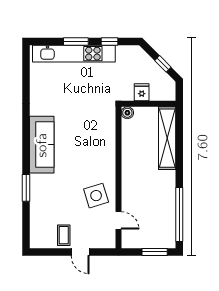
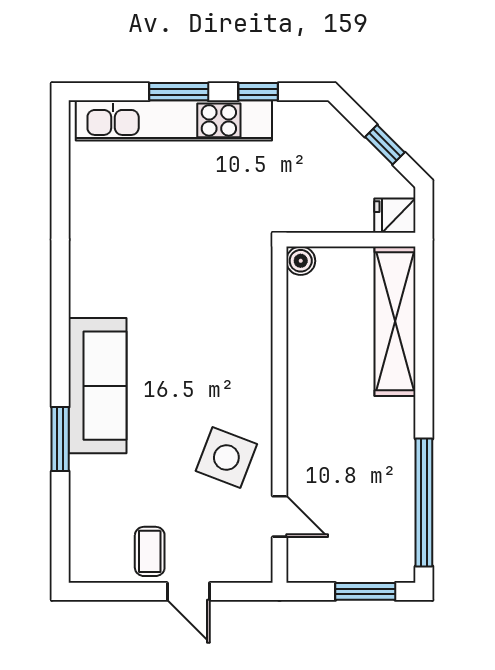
fridge: (142, 92) -> (395, 216), moved, turned -90
sofa: (42, 145) -> (98, 386), moved
side table: (96, 196) -> (226, 457), turned 38

